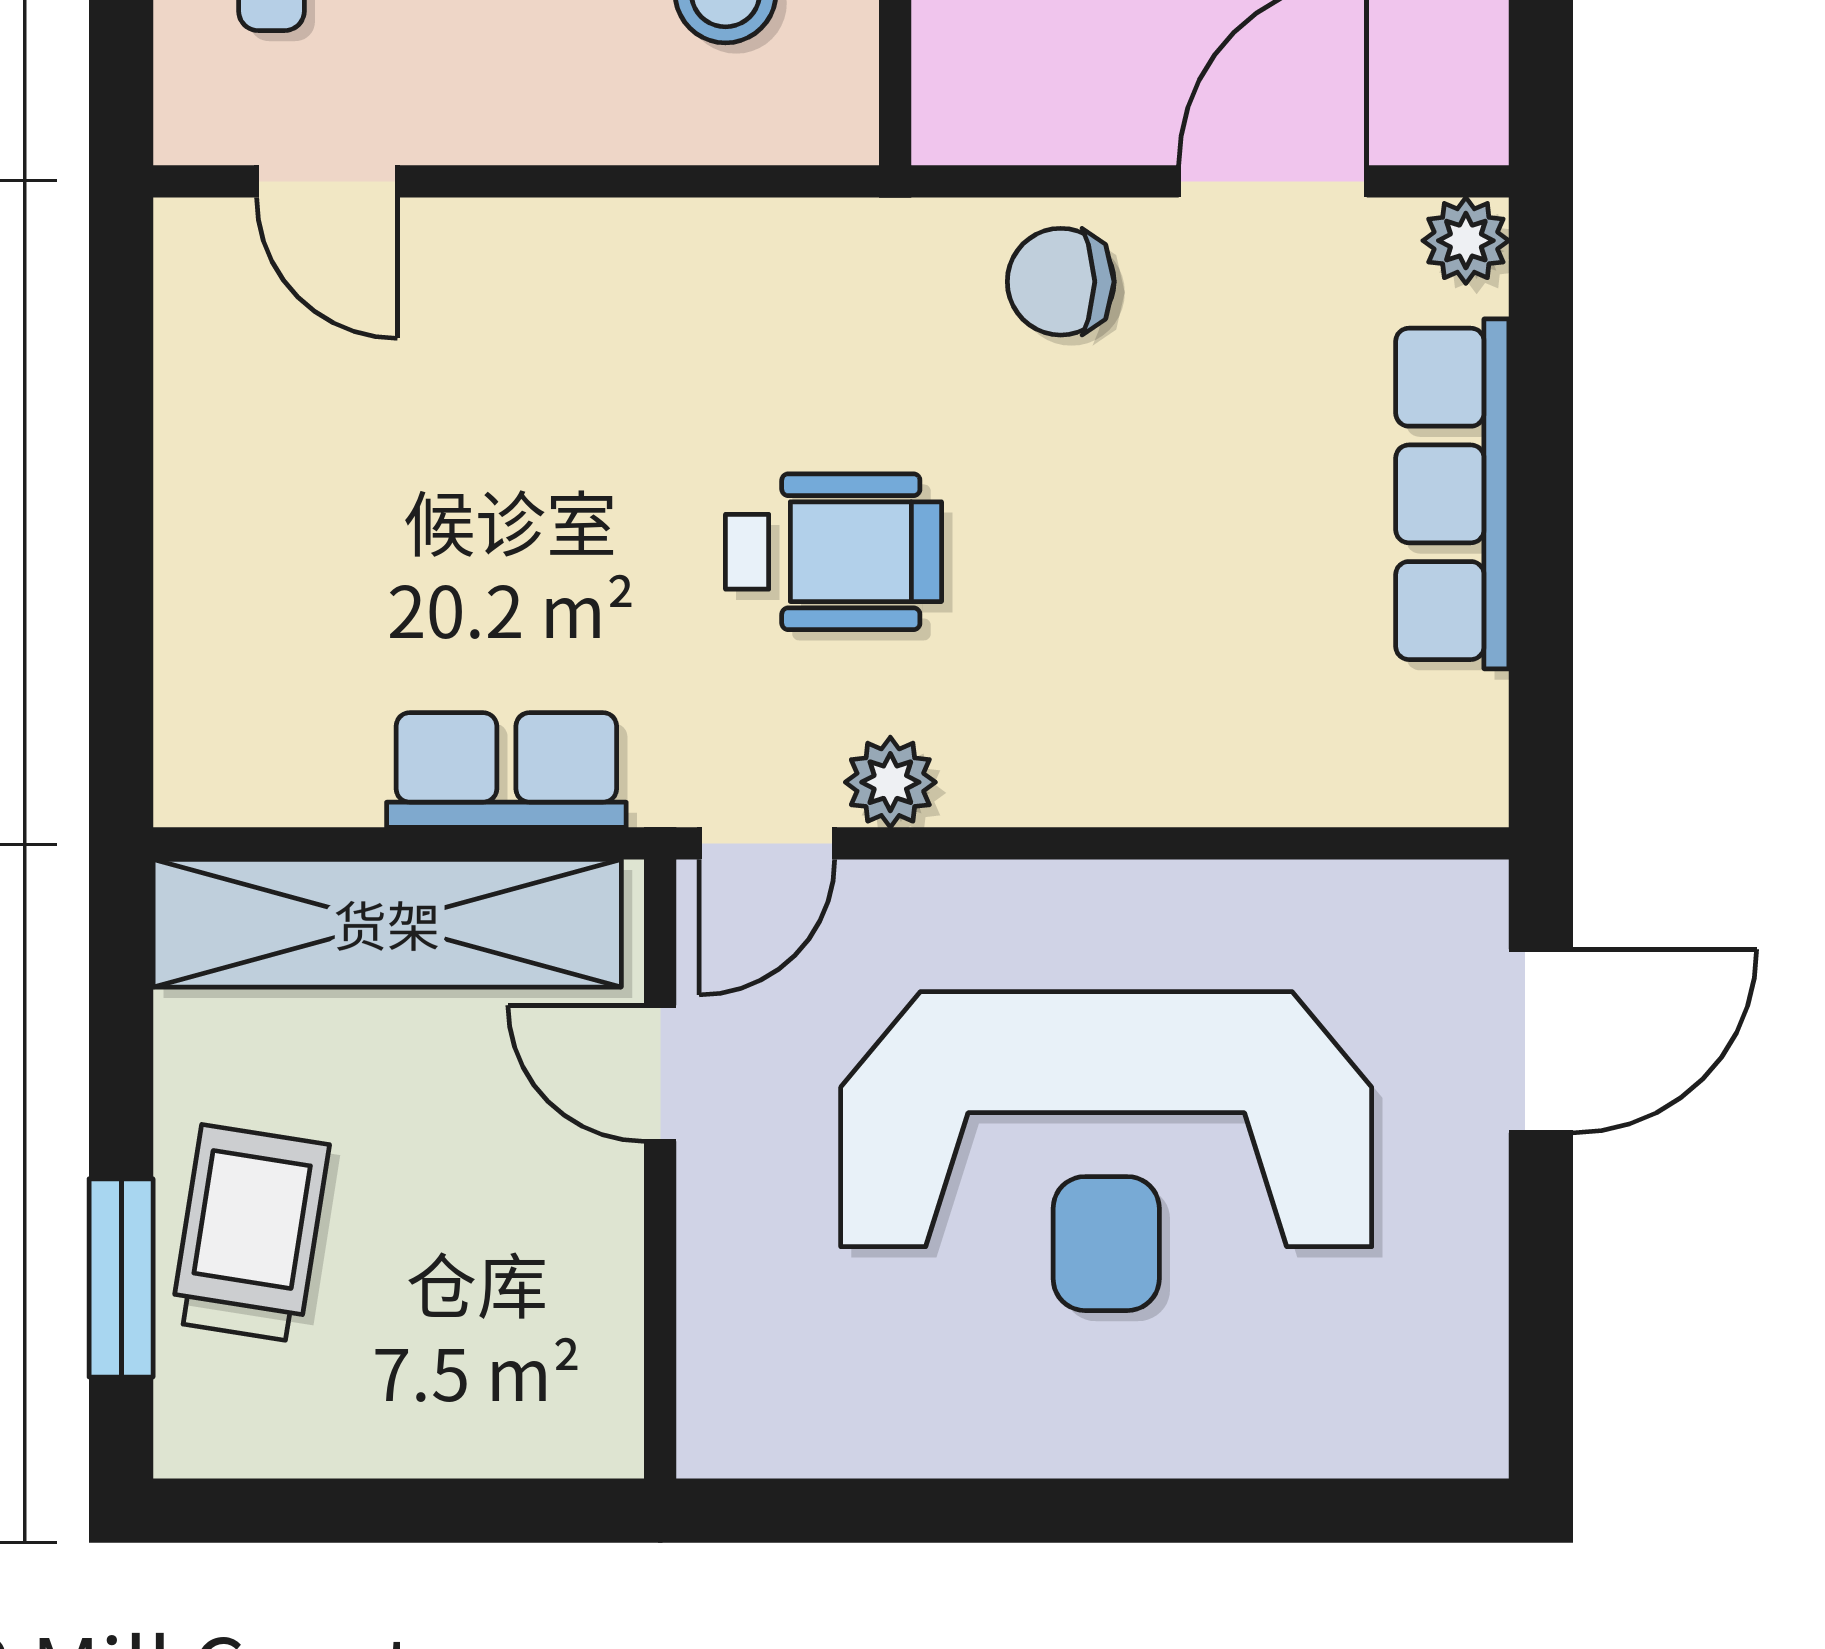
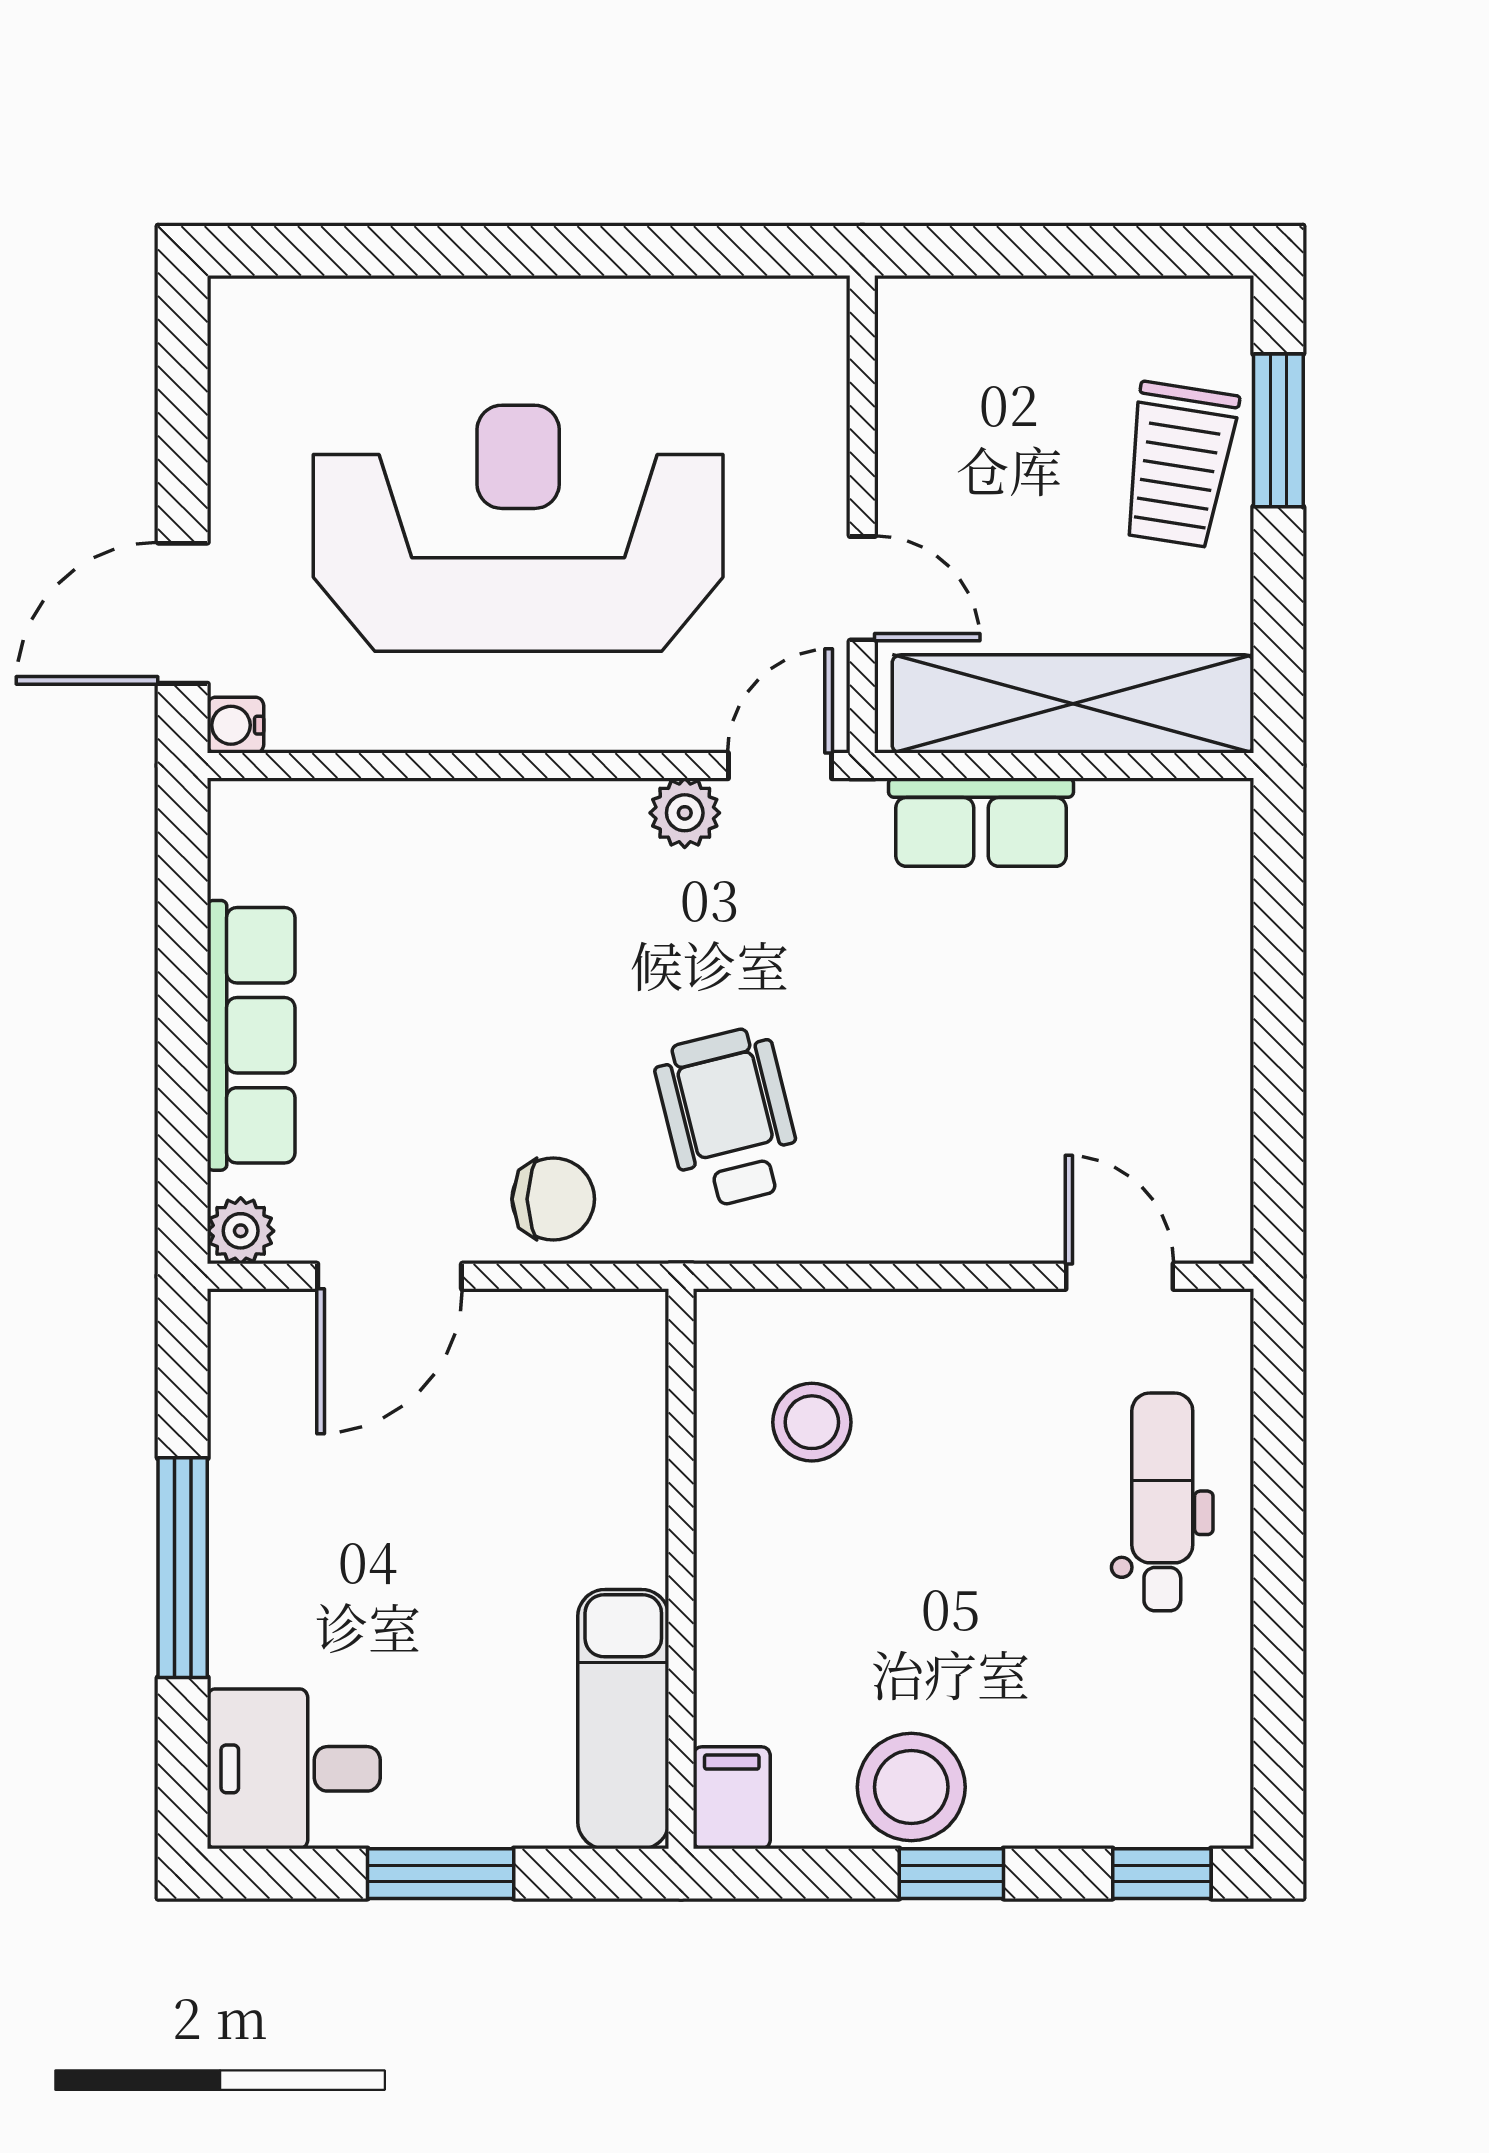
wheelchair: (834, 552) -> (728, 1118), moved, turned 76
water cooler: (1473, 896) -> (235, 725), added

